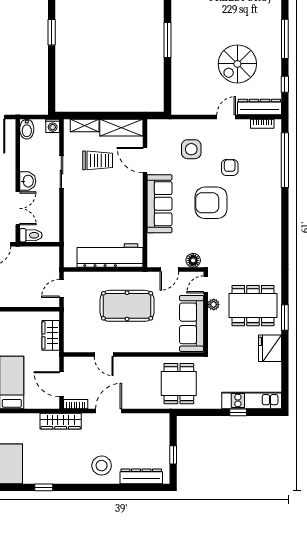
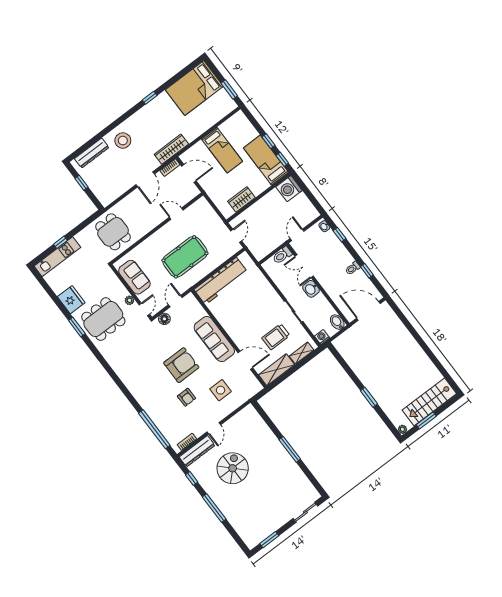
sofa: (192, 323) -> (134, 277), width x0.73
wardrobe: (51, 335) -> (241, 199), moved, turned -90

